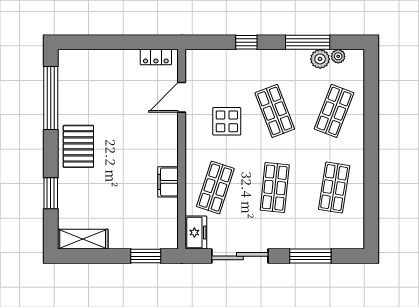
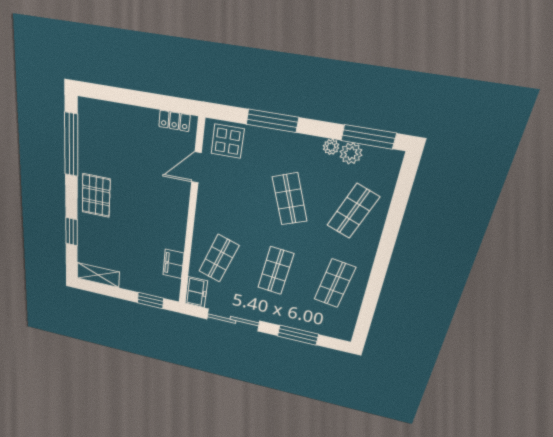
window: (246, 42) -> (272, 121), width x2.17
window: (308, 42) -> (368, 137), moved
plant: (338, 56) -> (331, 147), moved
display table: (227, 121) -> (228, 141), moved
filing cabinet: (168, 182) -> (173, 264), moved

